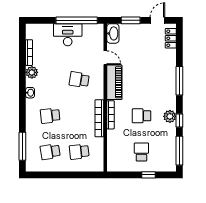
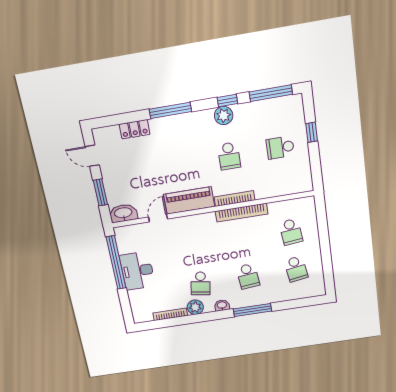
locker: (171, 38) -> (135, 129), moved
school desk: (79, 80) -> (201, 283), moved
window: (22, 146) -> (253, 310), moved

